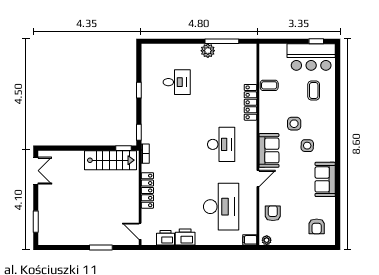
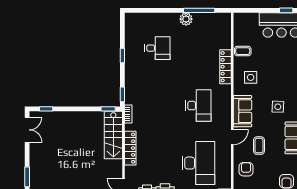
coffee table: (314, 90) -> (259, 146), moved
side table: (294, 124) -> (251, 77), moved
window: (56, 148) -> (46, 109), added
stairs: (111, 160) -> (113, 135), moved, turned 90

